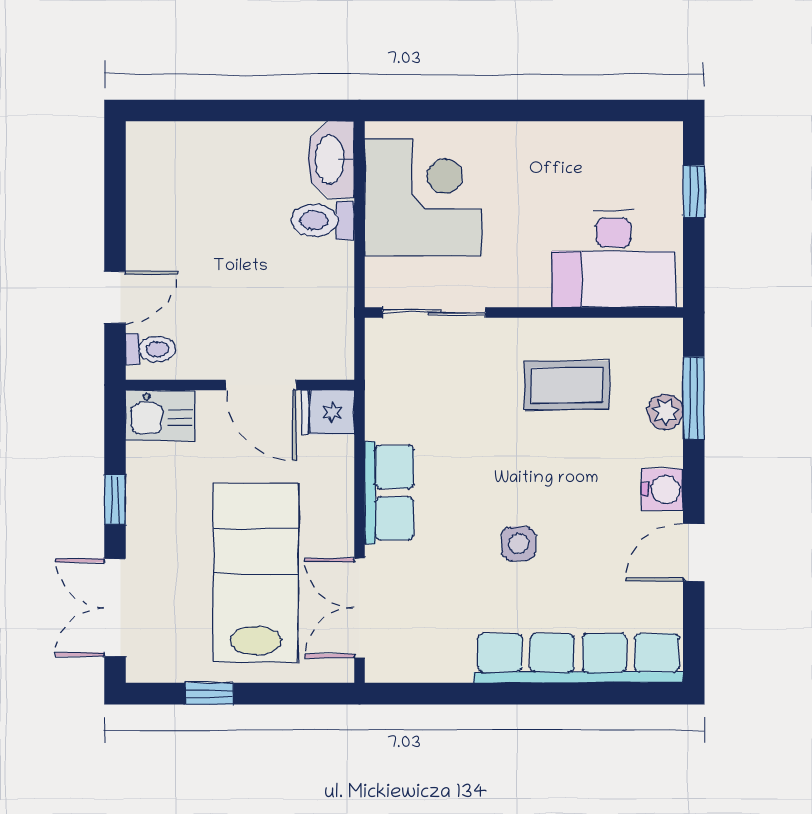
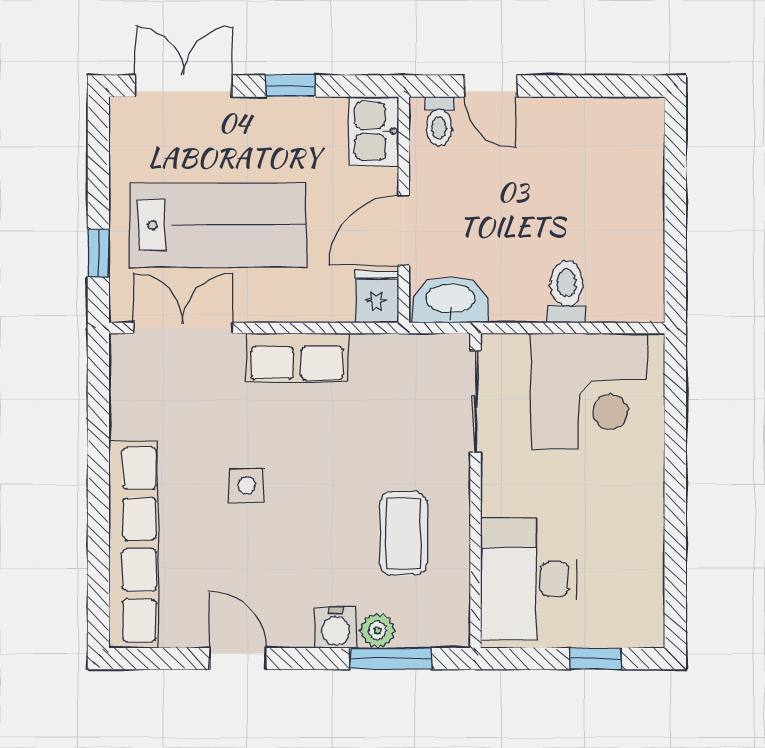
washbasin: (331, 159) -> (450, 300), moved
water cooler: (662, 490) -> (336, 627), moved
window: (209, 694) -> (98, 253), moved

